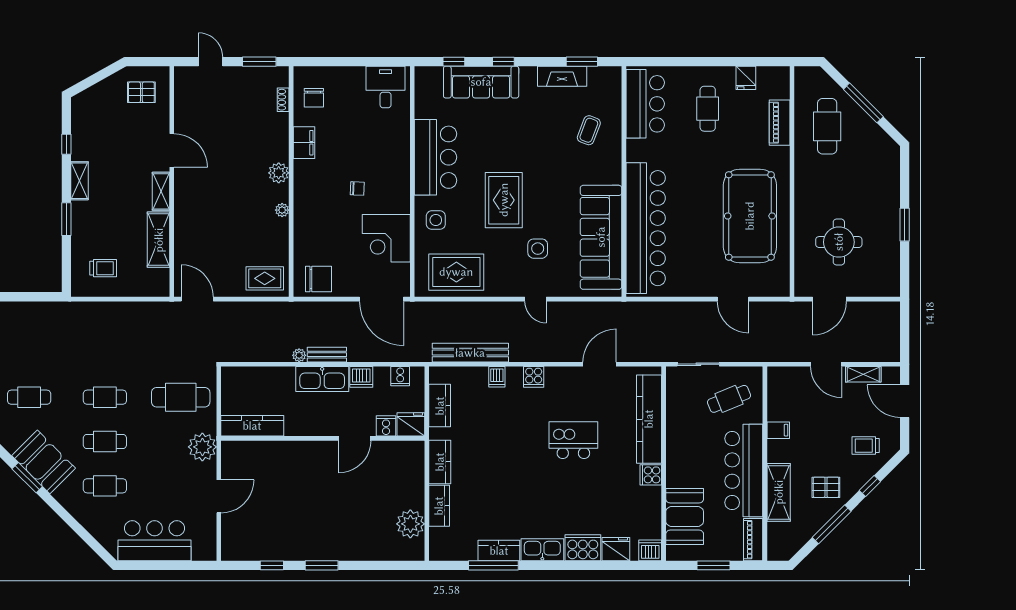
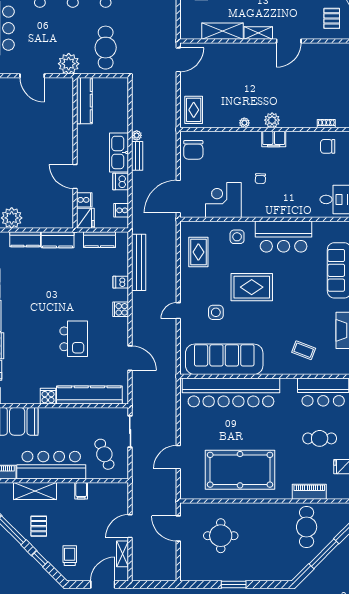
cafe table: (827, 126) -> (307, 527), turned 90
filing cabinet: (304, 143) -> (274, 139), moved
rug: (456, 272) -> (198, 252), width x0.73, depth x0.70

